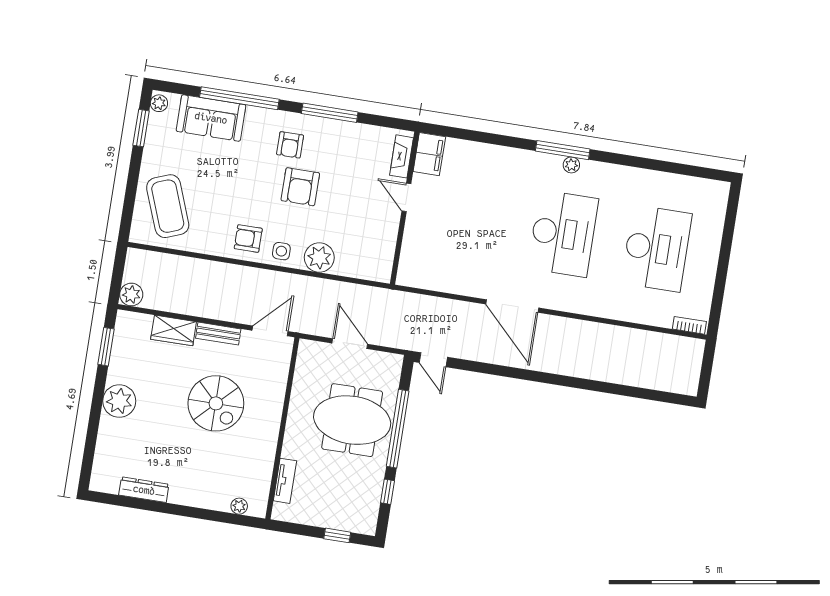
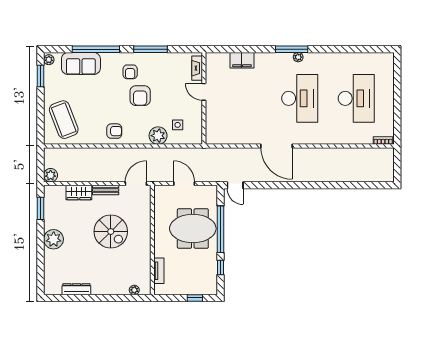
filing cabinet: (429, 154) -> (242, 60), moved, turned 90
armchair: (248, 238) -> (114, 131), turned 180
side table: (281, 251) -> (178, 125), moved

